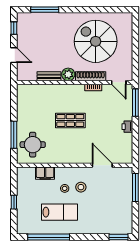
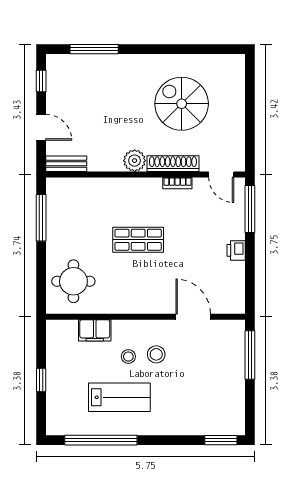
spiral stairs: (96, 41) -> (182, 104), width x0.73, depth x0.73
bench: (49, 76) -> (66, 164), moved
window: (14, 135) -> (41, 218), moved

